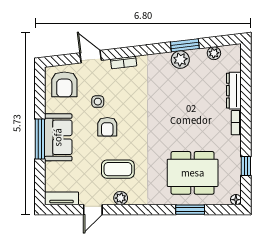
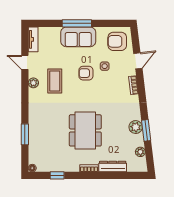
dining table: (193, 173) -> (85, 130), moved

